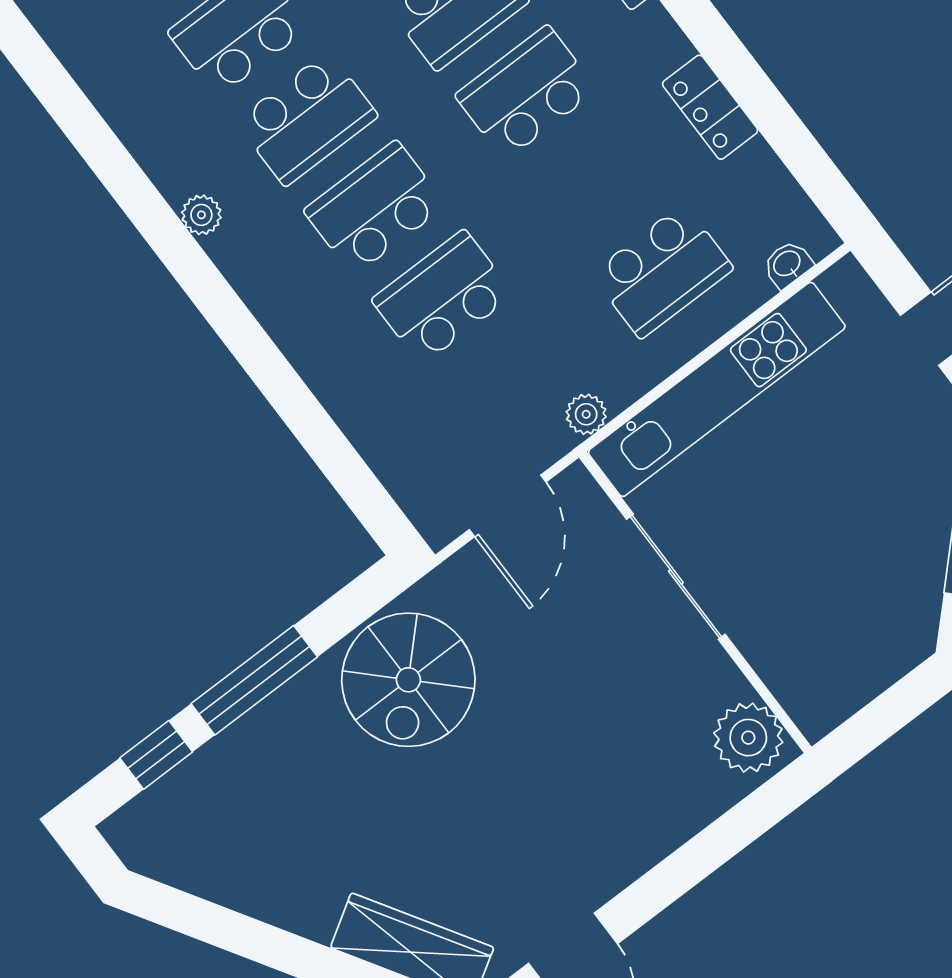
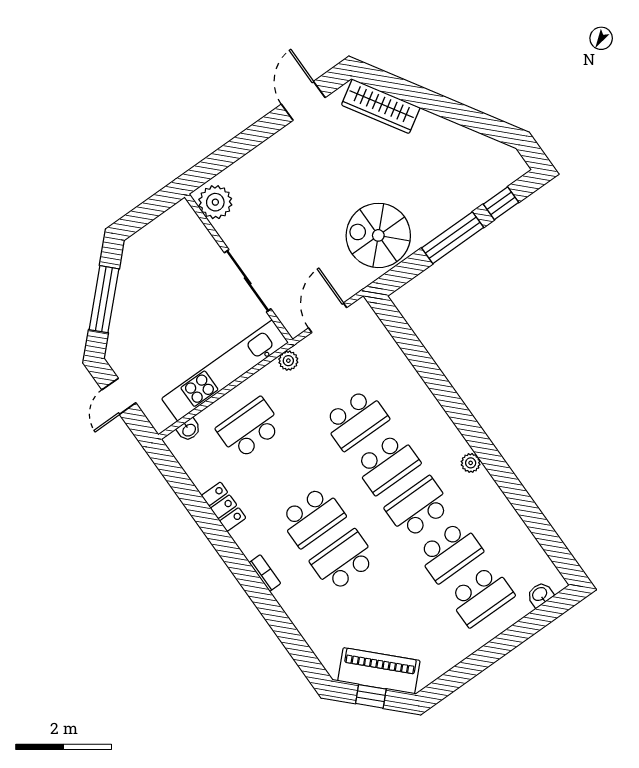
spiral stairs: (408, 680) -> (378, 235), turned -90

